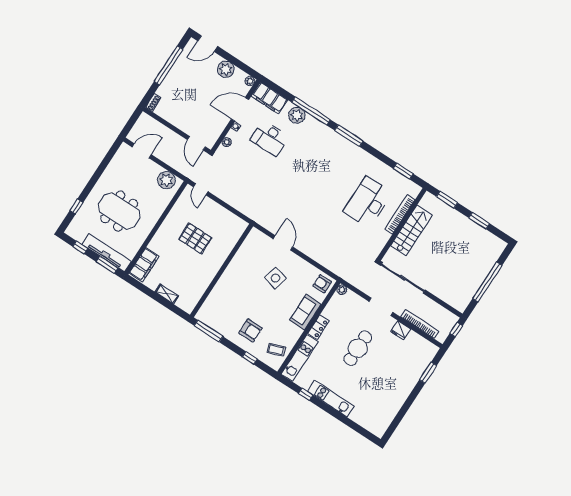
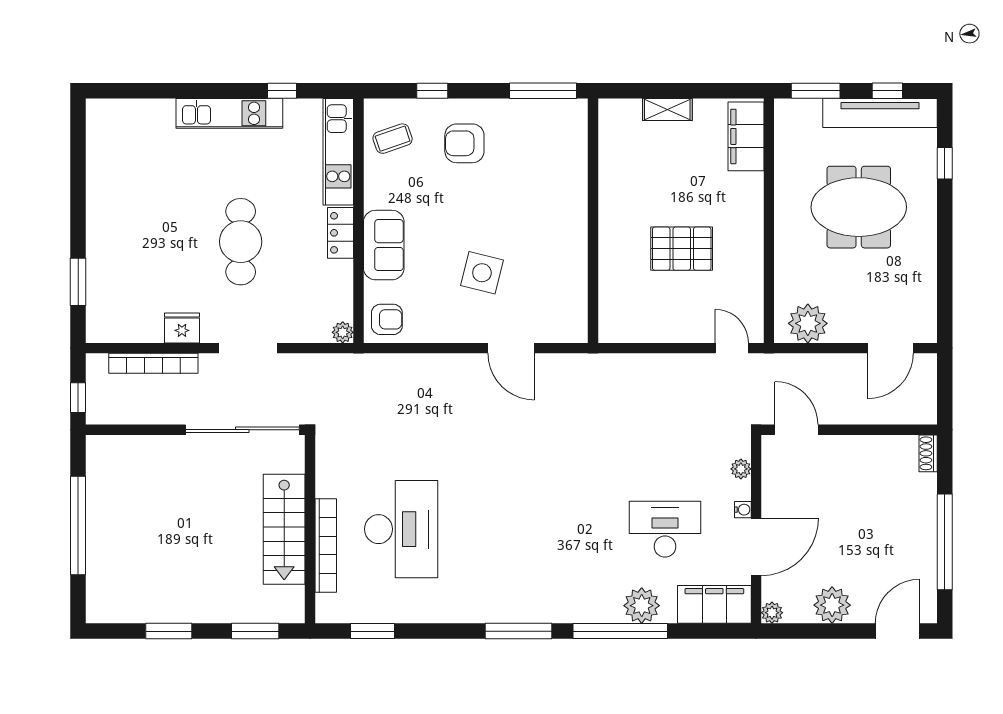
tv unit: (107, 253) -> (880, 113), moved

